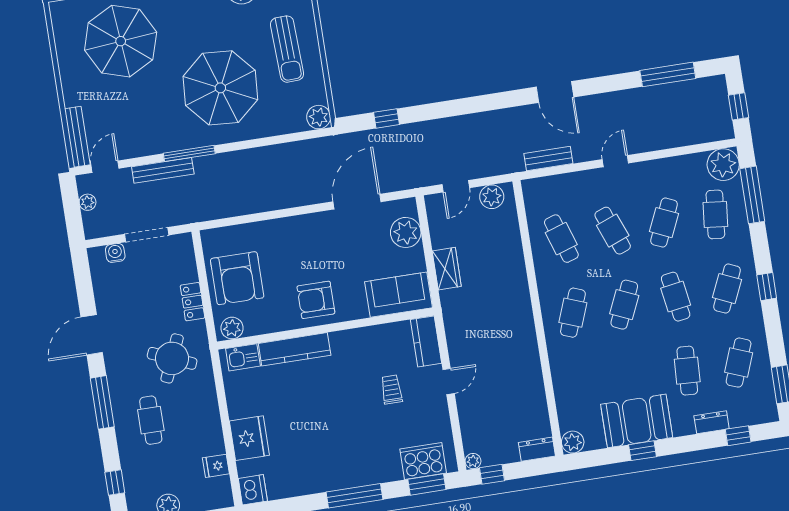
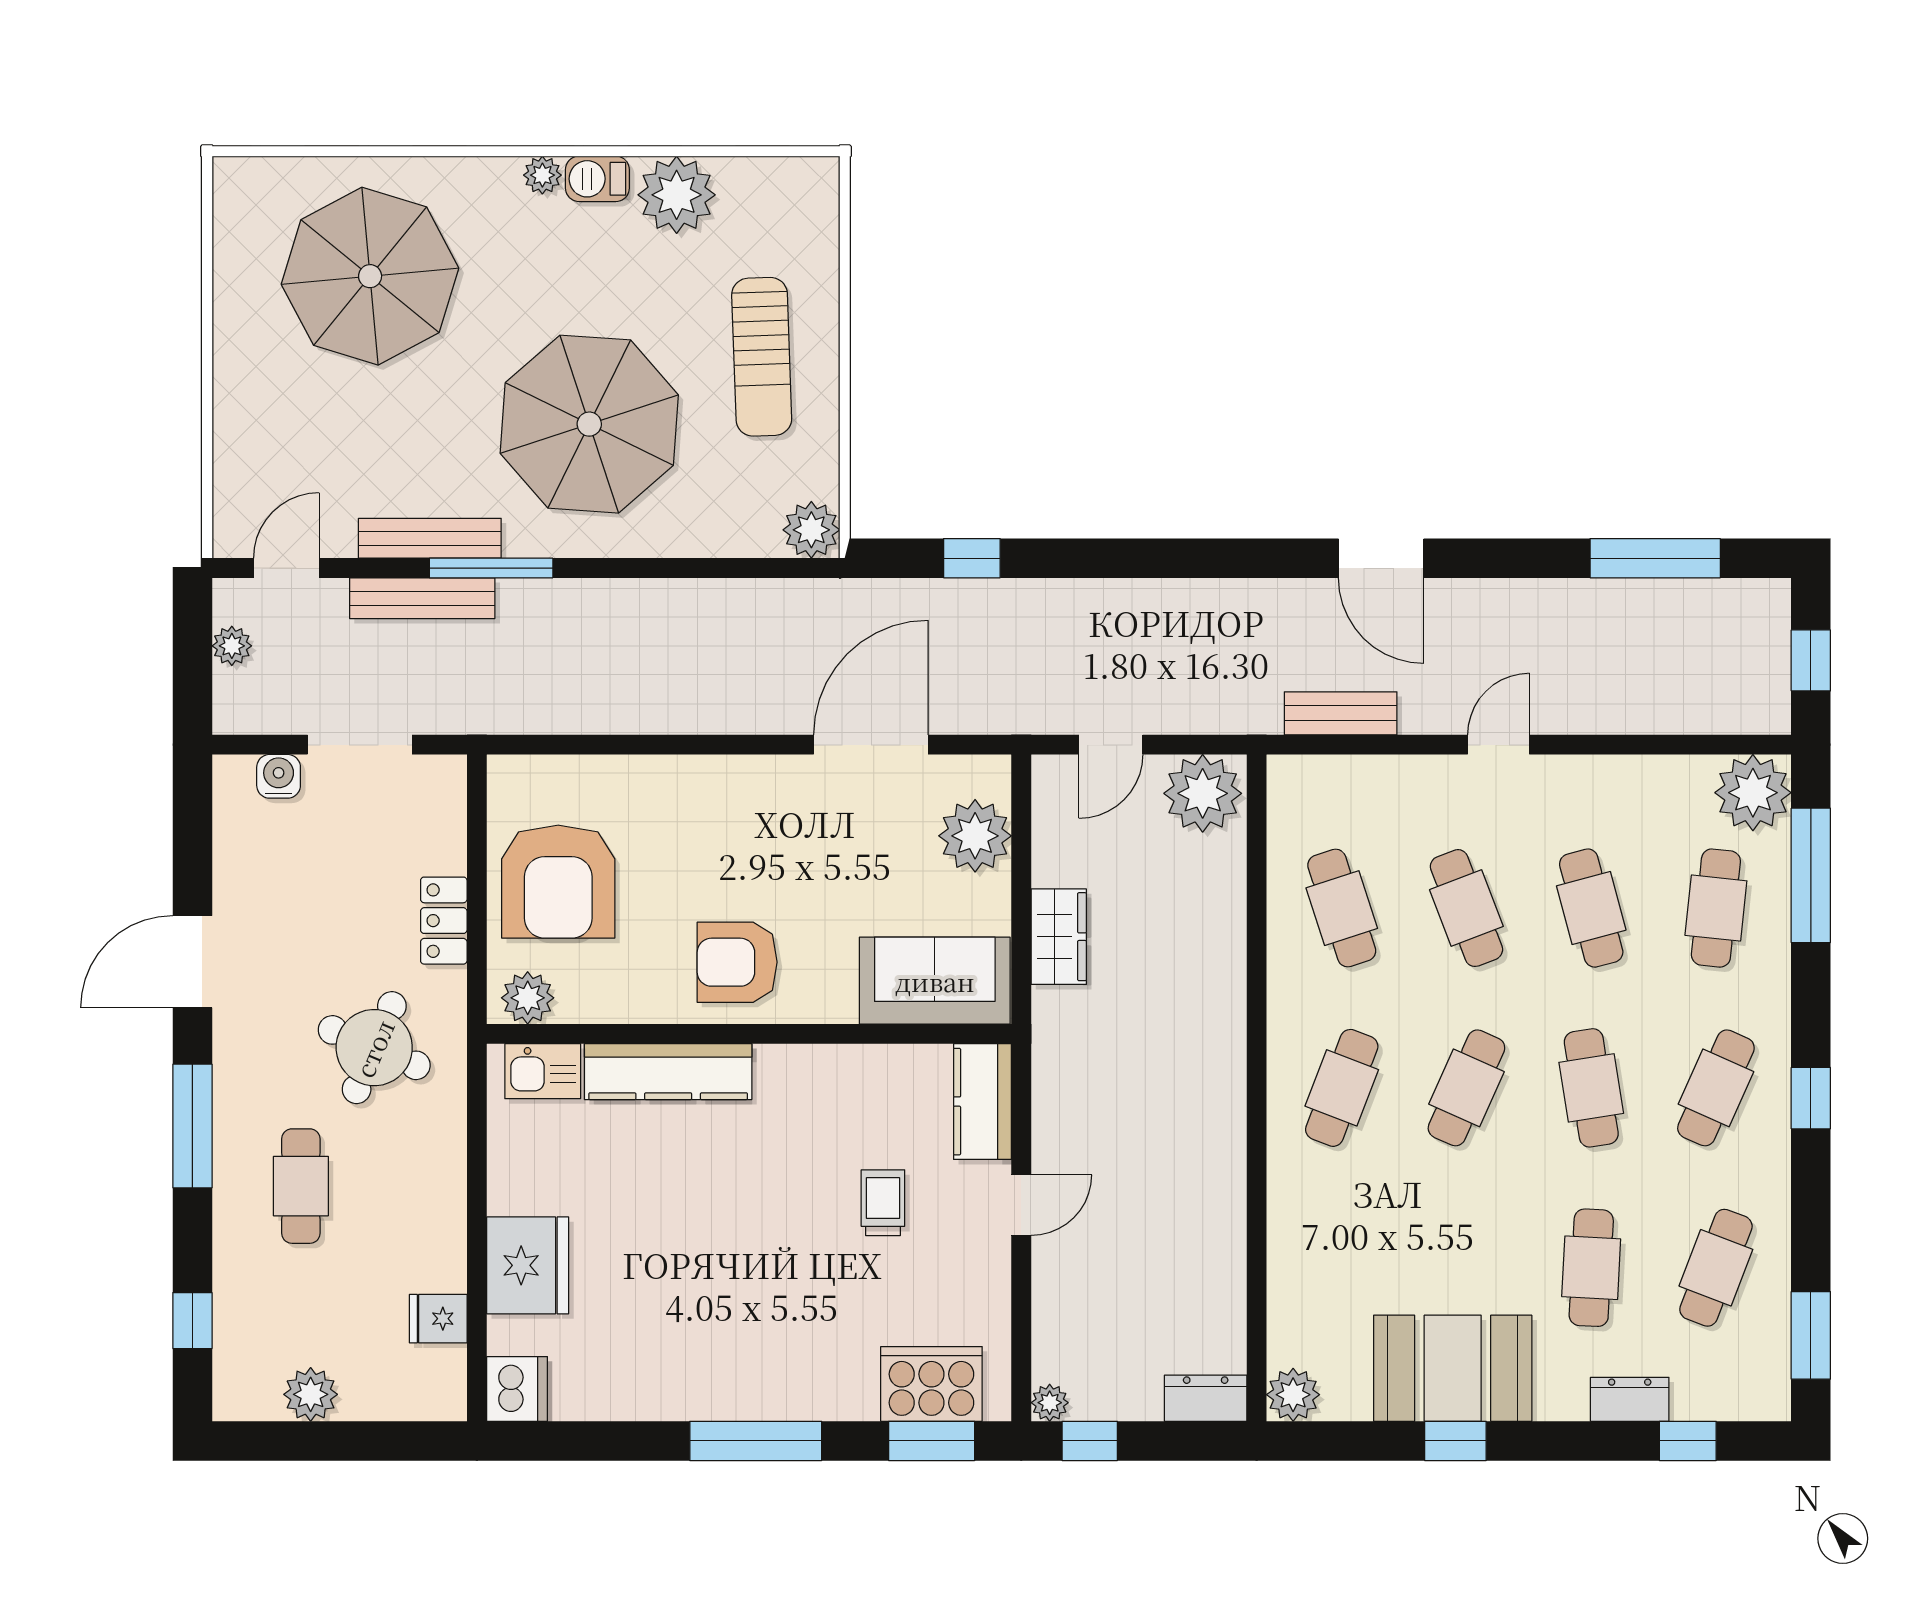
bench: (77, 137) -> (430, 538), moved, turned 90
plant: (492, 197) -> (1203, 793), width x1.36, depth x1.36
cafe table: (664, 223) -> (1591, 908), turned -39

